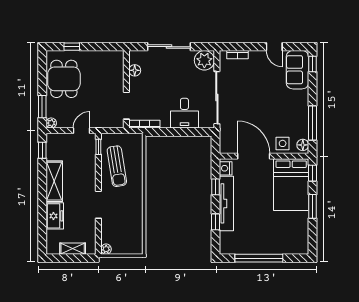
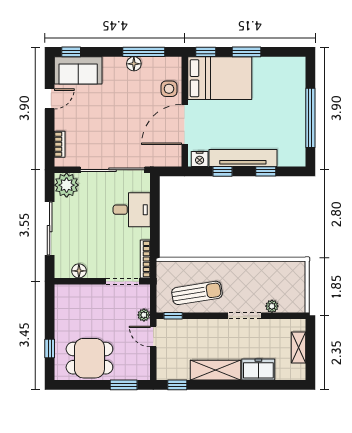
plant: (51, 123) -> (144, 315), moved
floor lamp: (303, 145) -> (134, 64), moved
plant: (106, 249) -> (272, 306), moved

